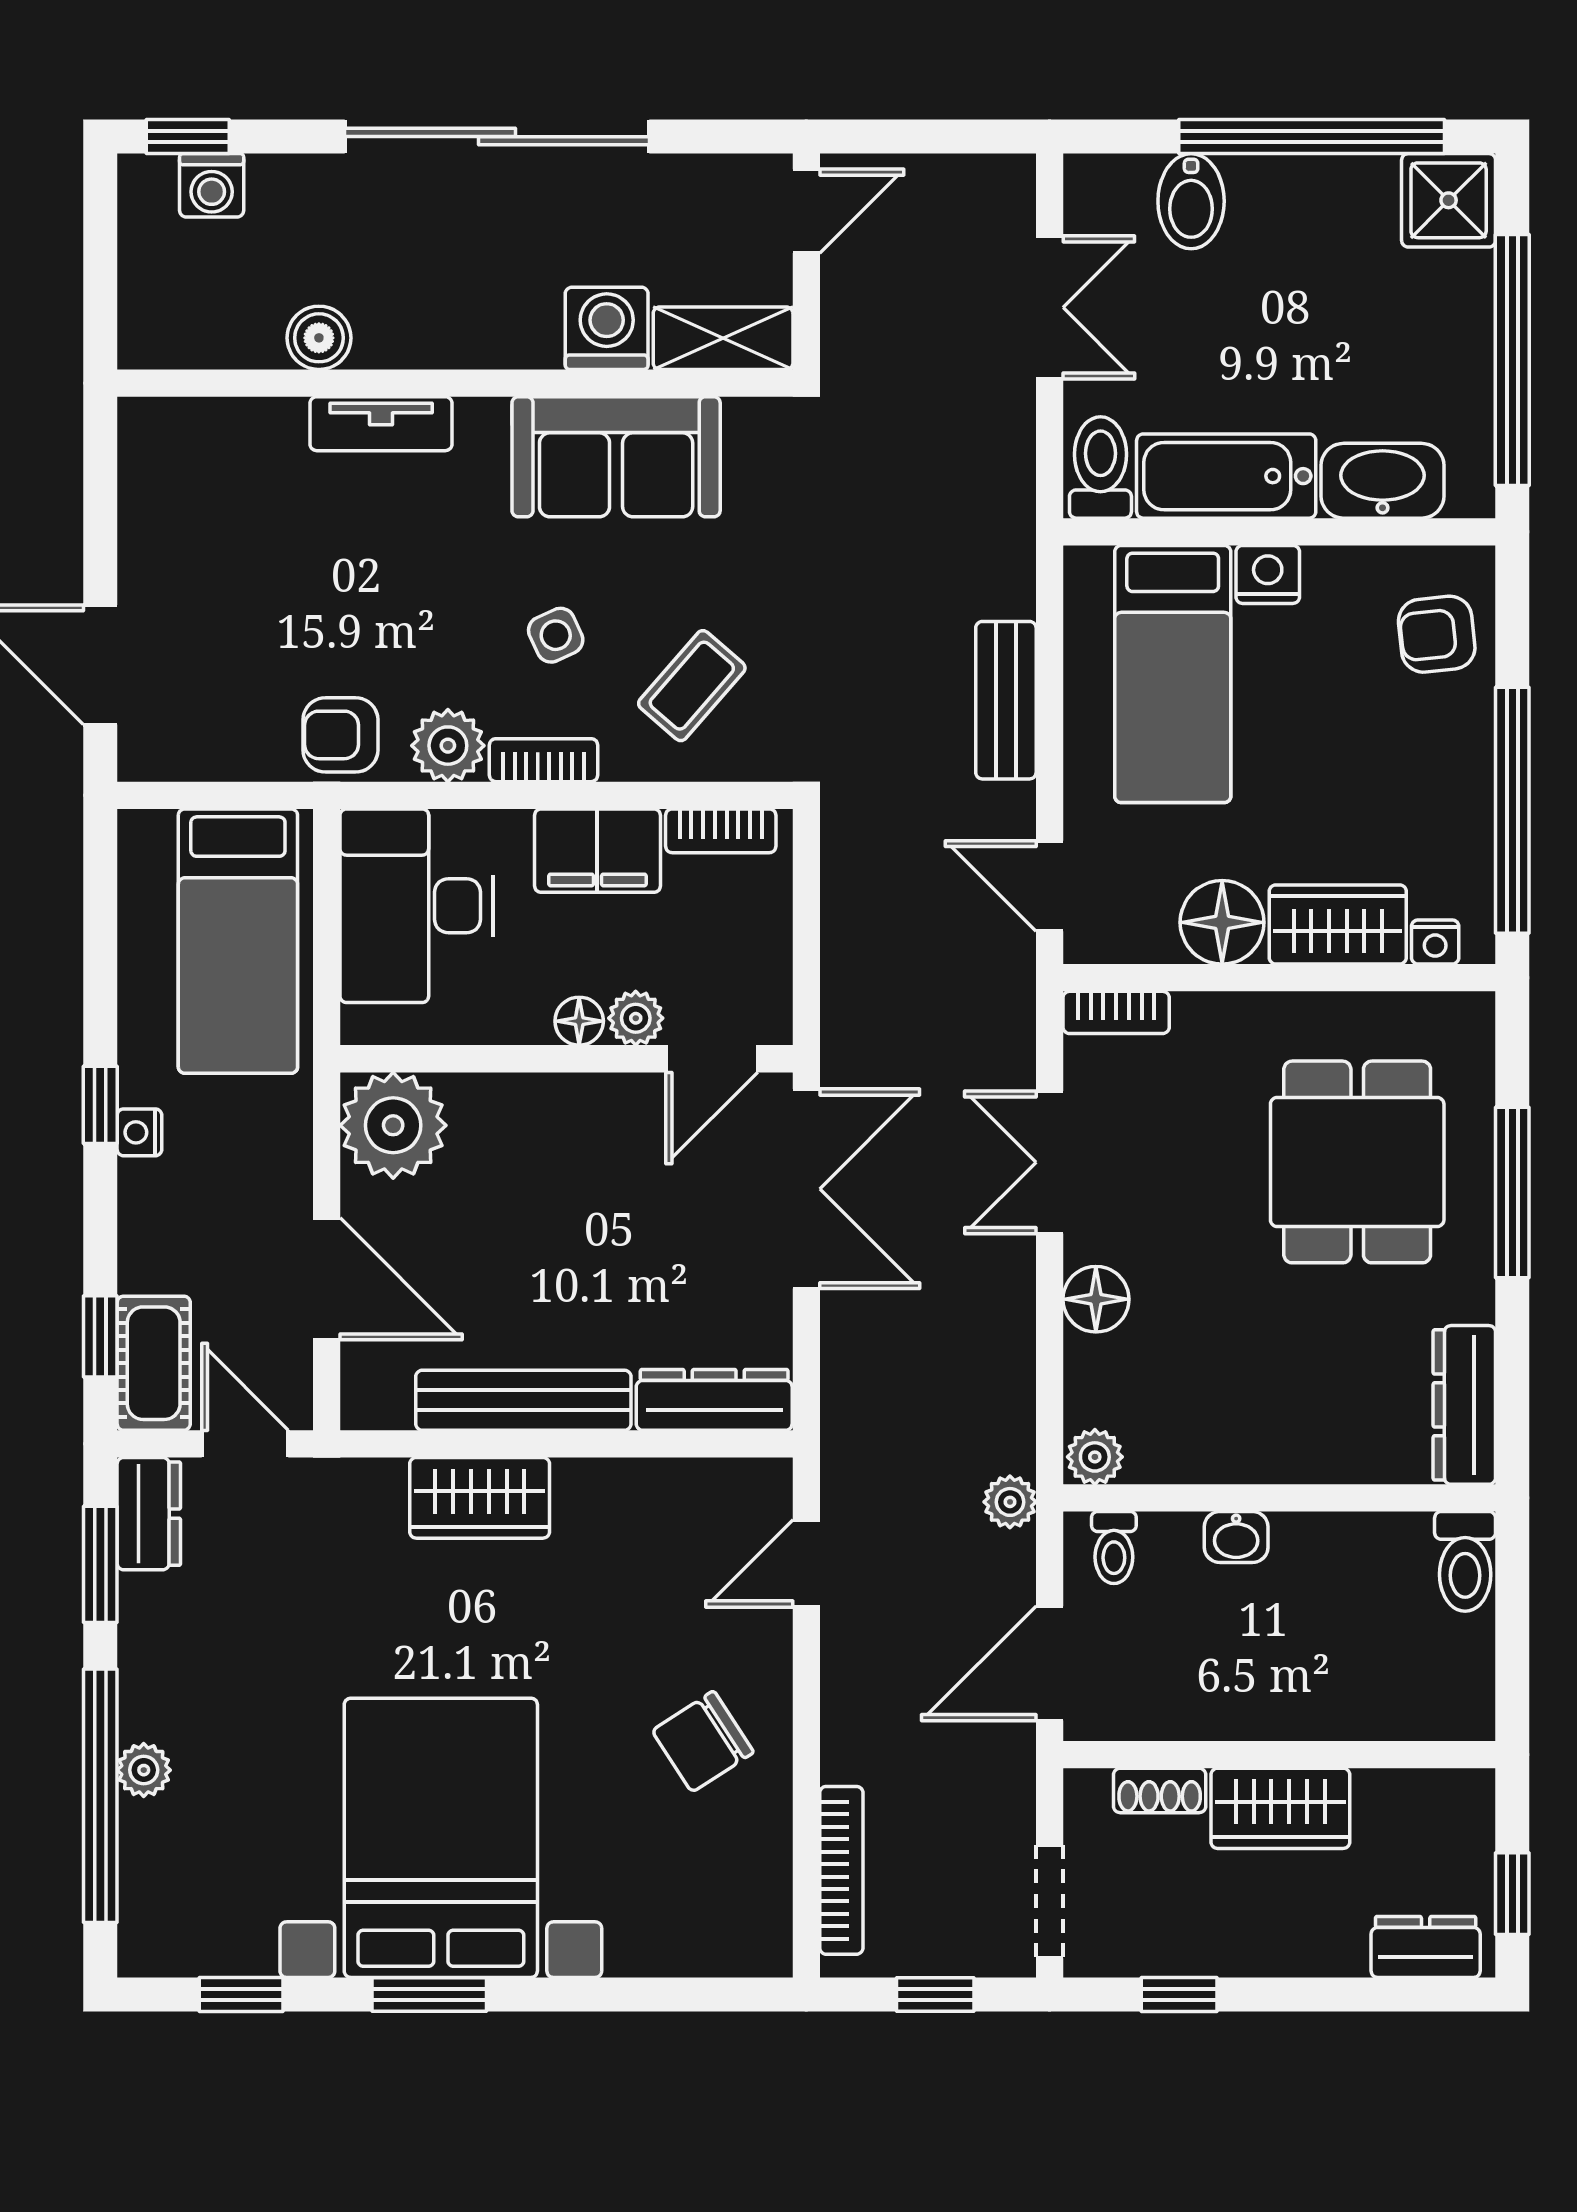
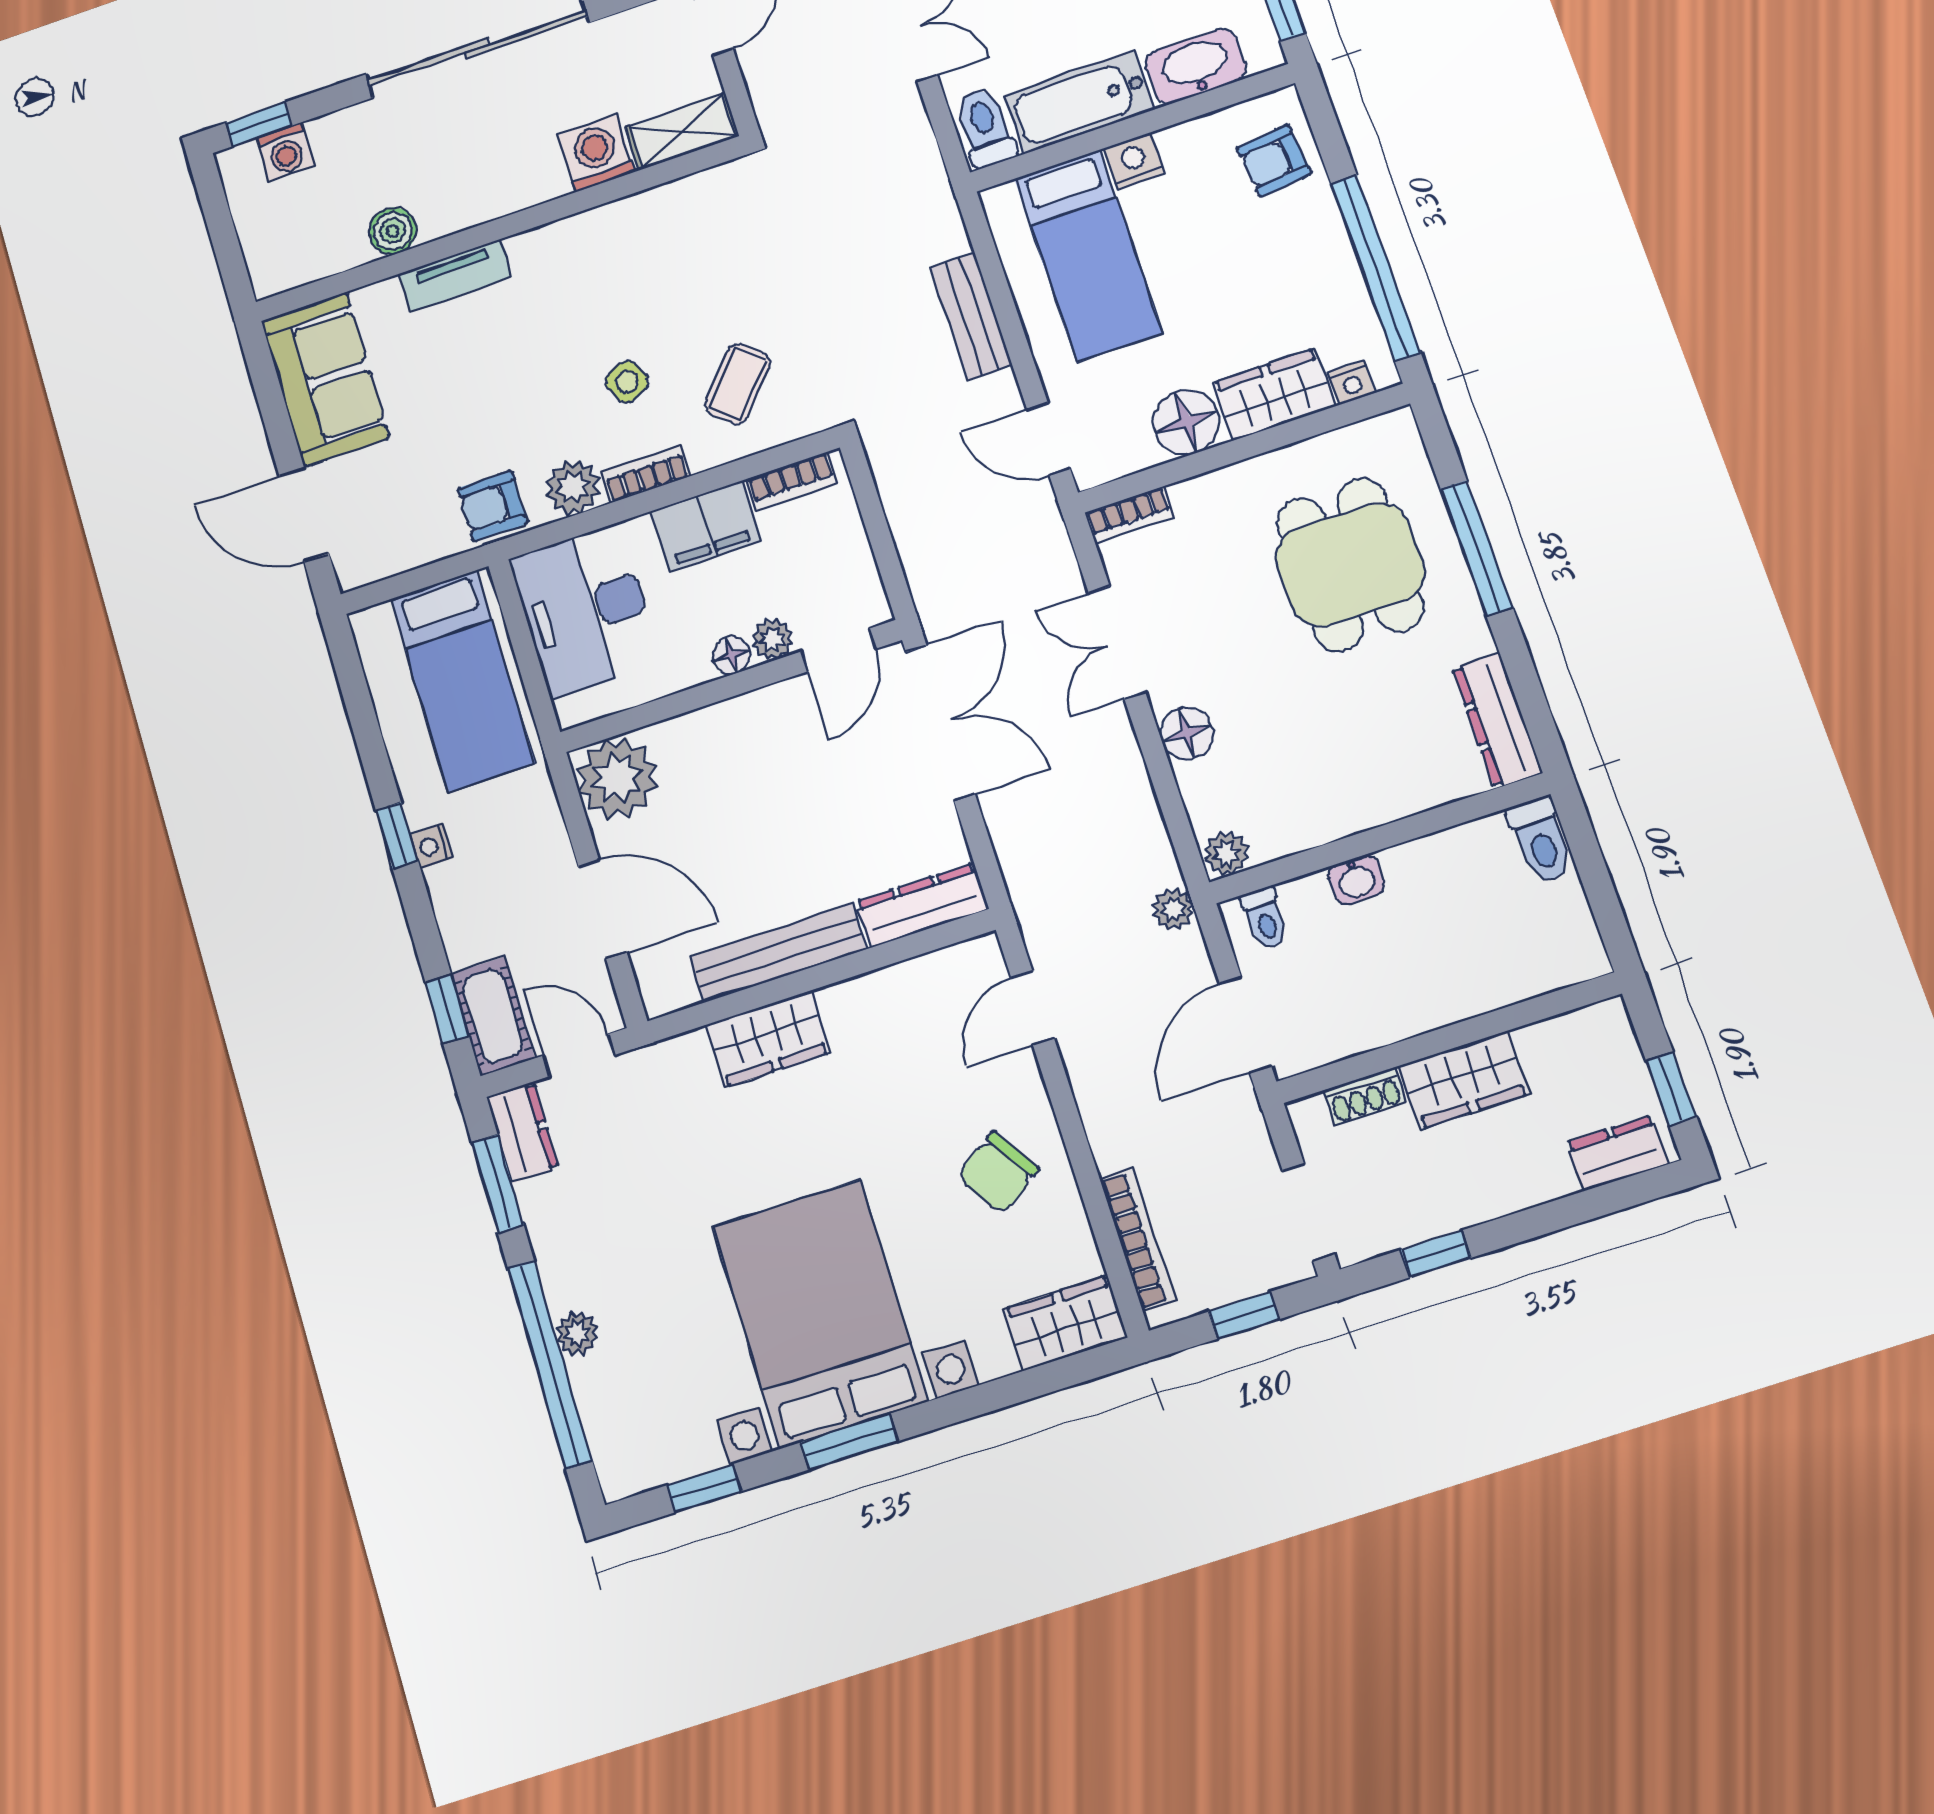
sofa: (616, 457) -> (325, 379), moved, turned -90
wardrobe: (726, 1939) -> (1066, 1323), added

